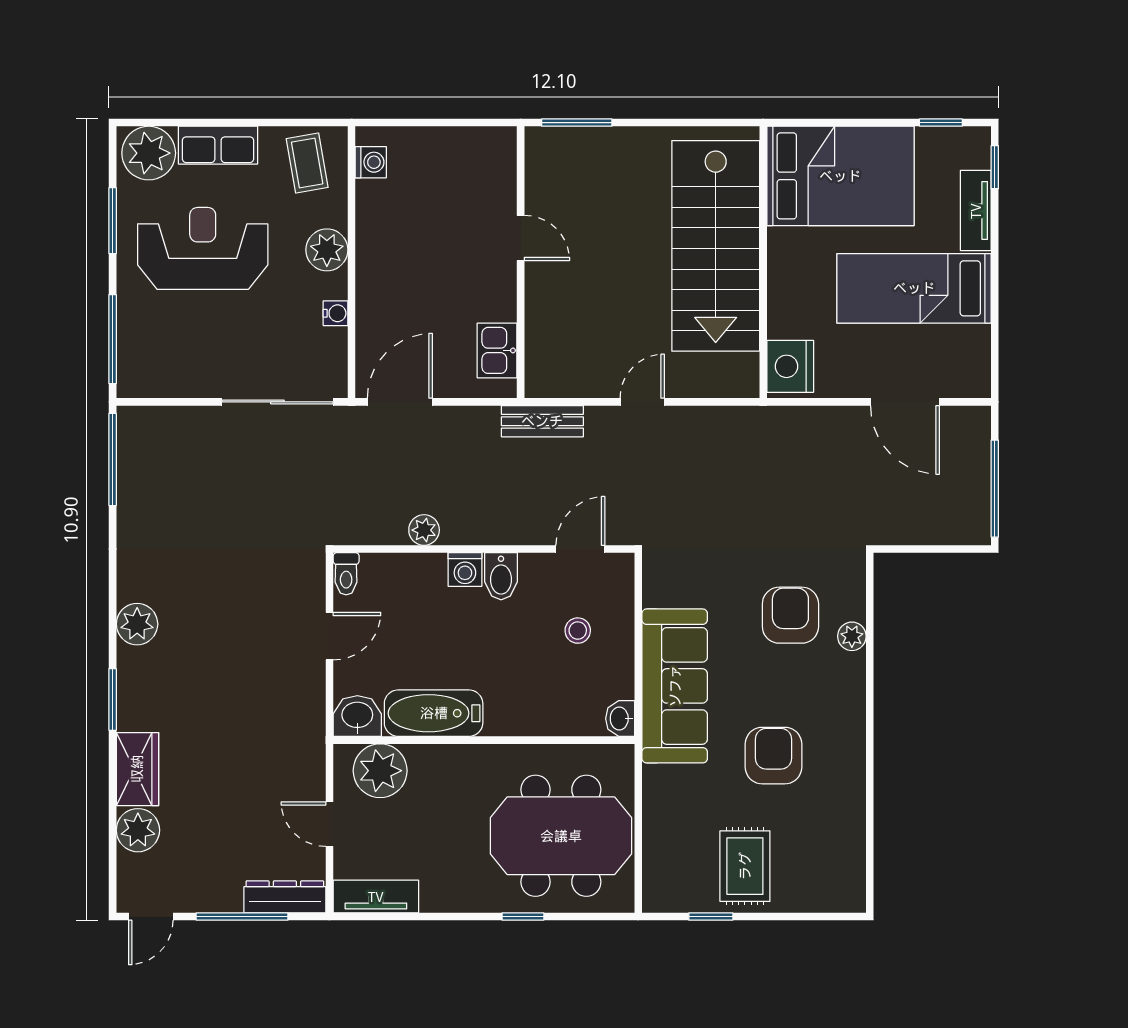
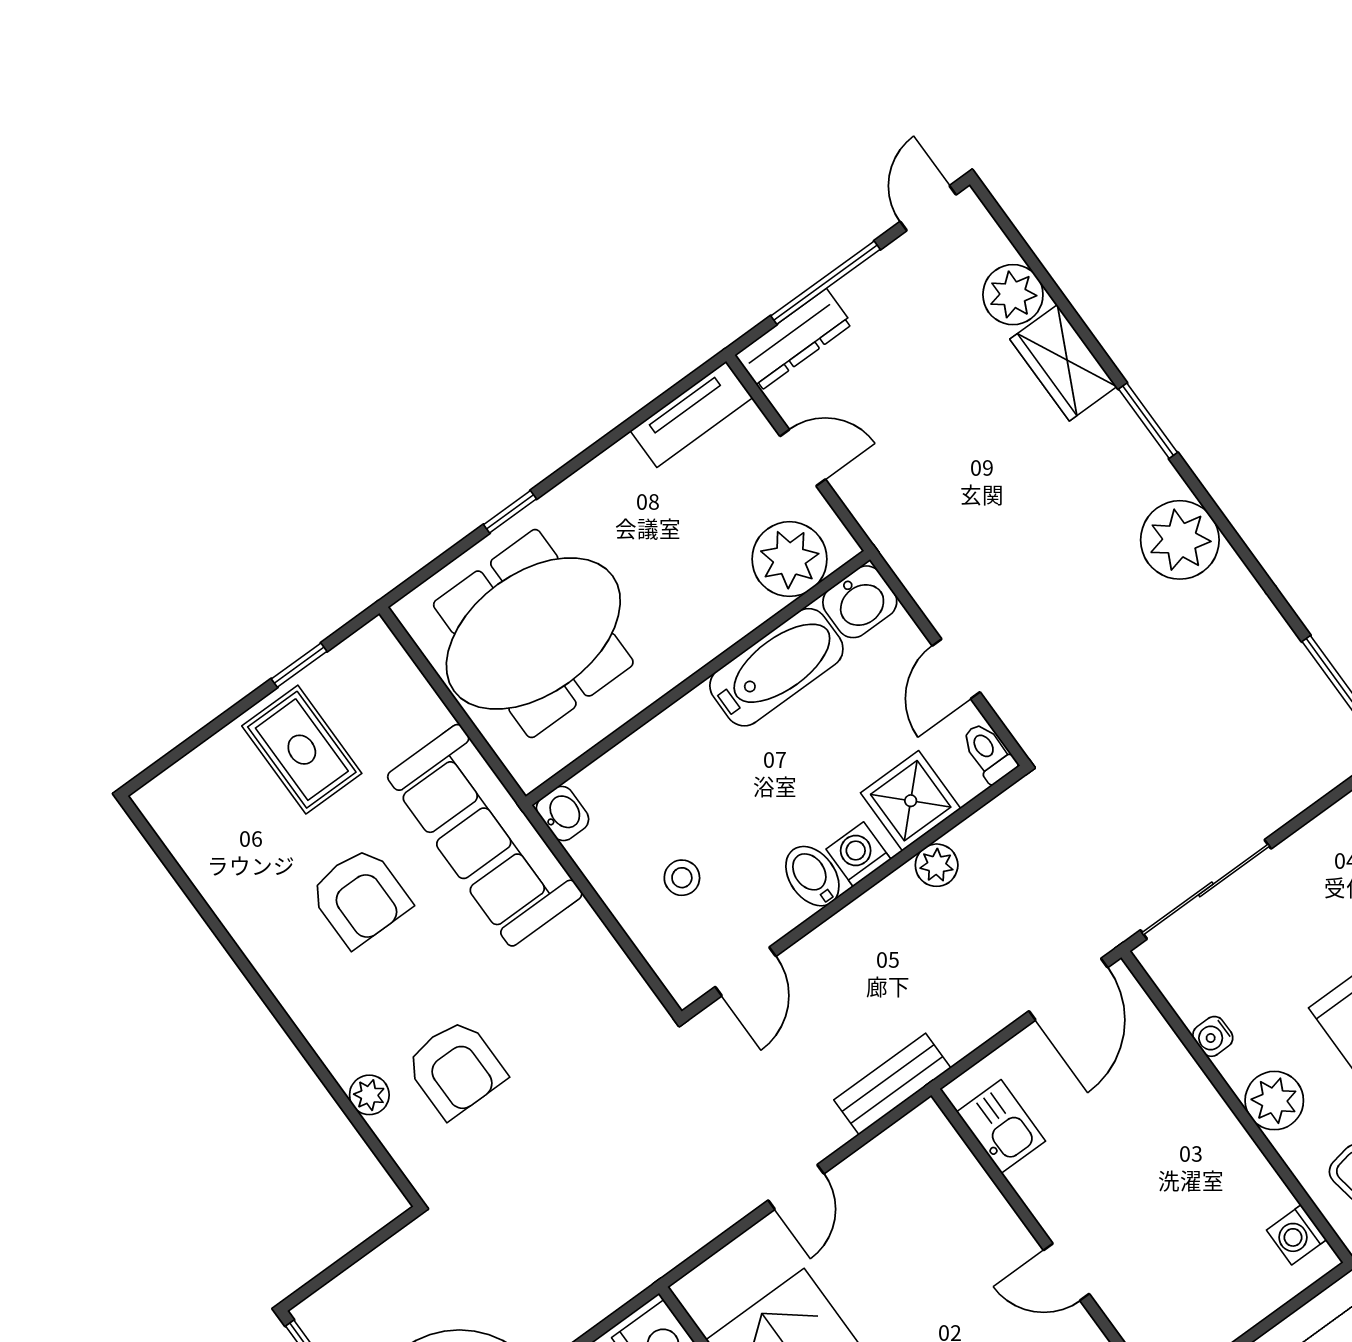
shower: (412, 579) -> (911, 801), added
plant: (137, 624) -> (1180, 540), width x1.36, depth x1.36
sofa: (675, 686) -> (485, 835), moved

